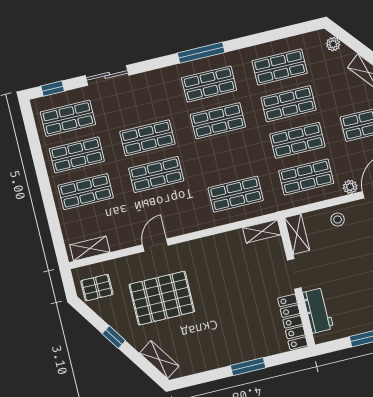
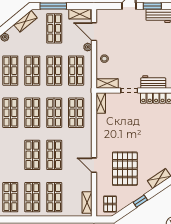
shop shelf: (227, 157) -> (54, 113), added

